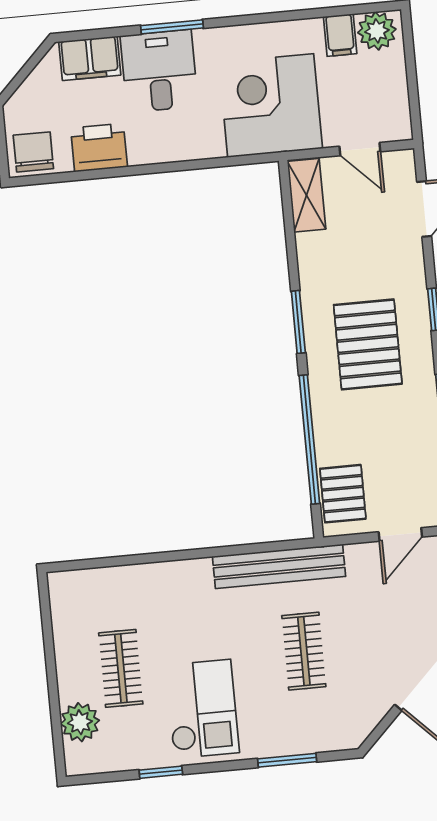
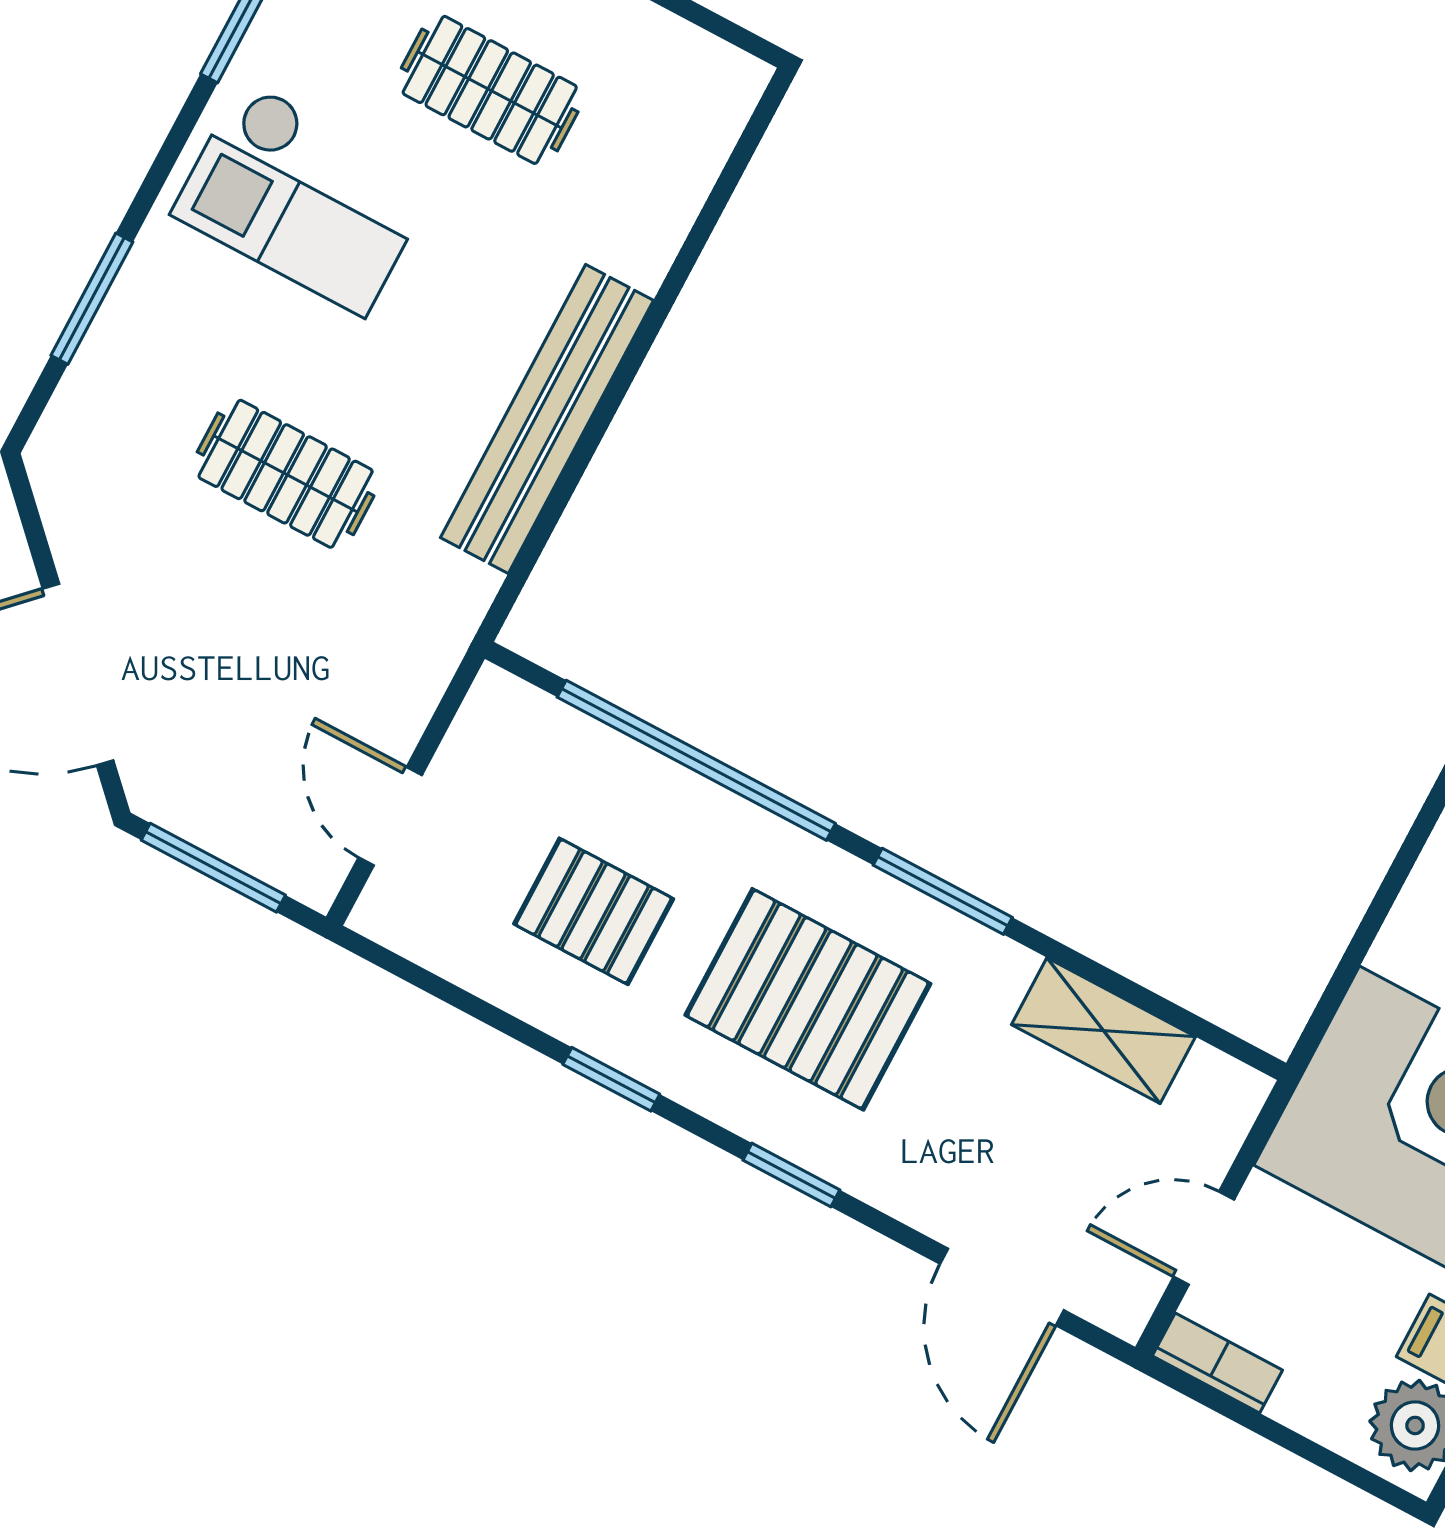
bookcase: (401, 115) -> (1217, 1363), added
shelving: (306, 195) -> (1104, 1031), moved
pallet: (343, 494) -> (594, 911), moved
bench: (279, 566) -> (547, 419), moved

